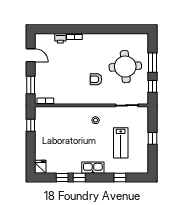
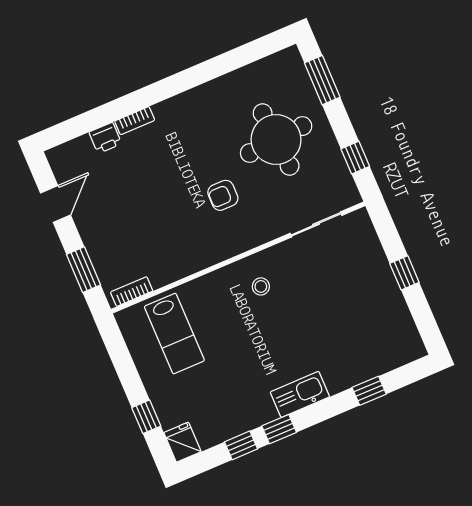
door: (31, 55) -> (55, 204), hinge flipped
window: (153, 63) -> (322, 80), moved
window: (31, 125) -> (146, 417), moved
lab bench: (121, 143) -> (174, 334), moved

